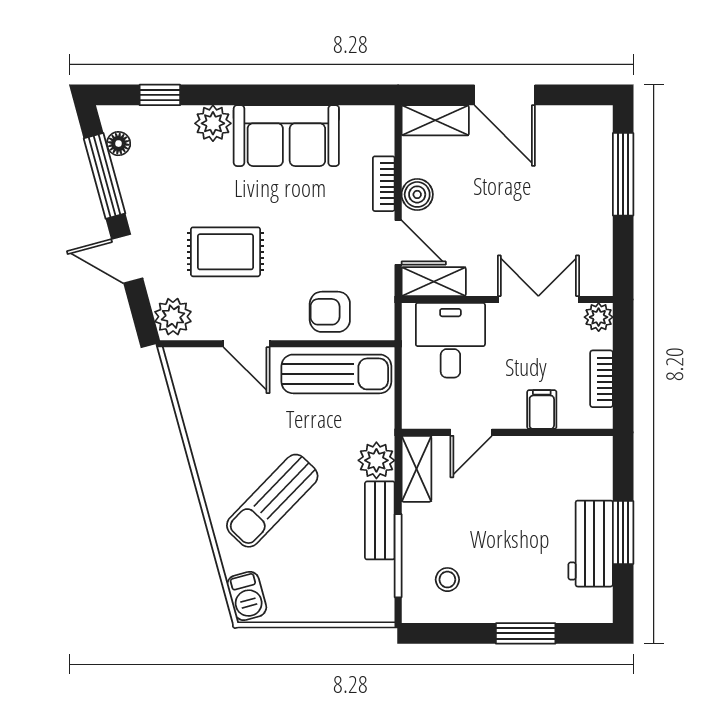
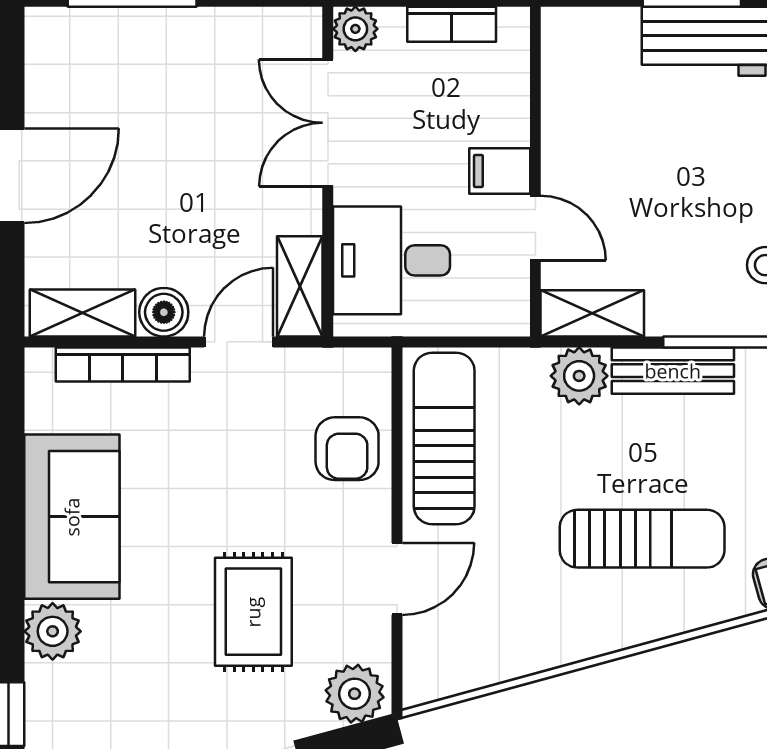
shelving: (435, 120) -> (82, 313), moved, turned 90
bookcase: (384, 184) -> (123, 364), width x1.56
filing cabinet: (542, 409) -> (500, 171), moved
sun lounger: (272, 501) -> (642, 539), turned -44

